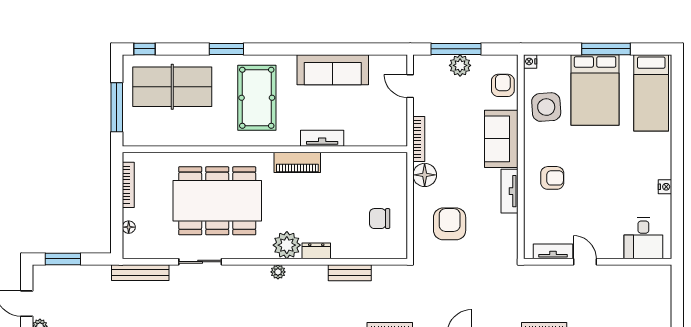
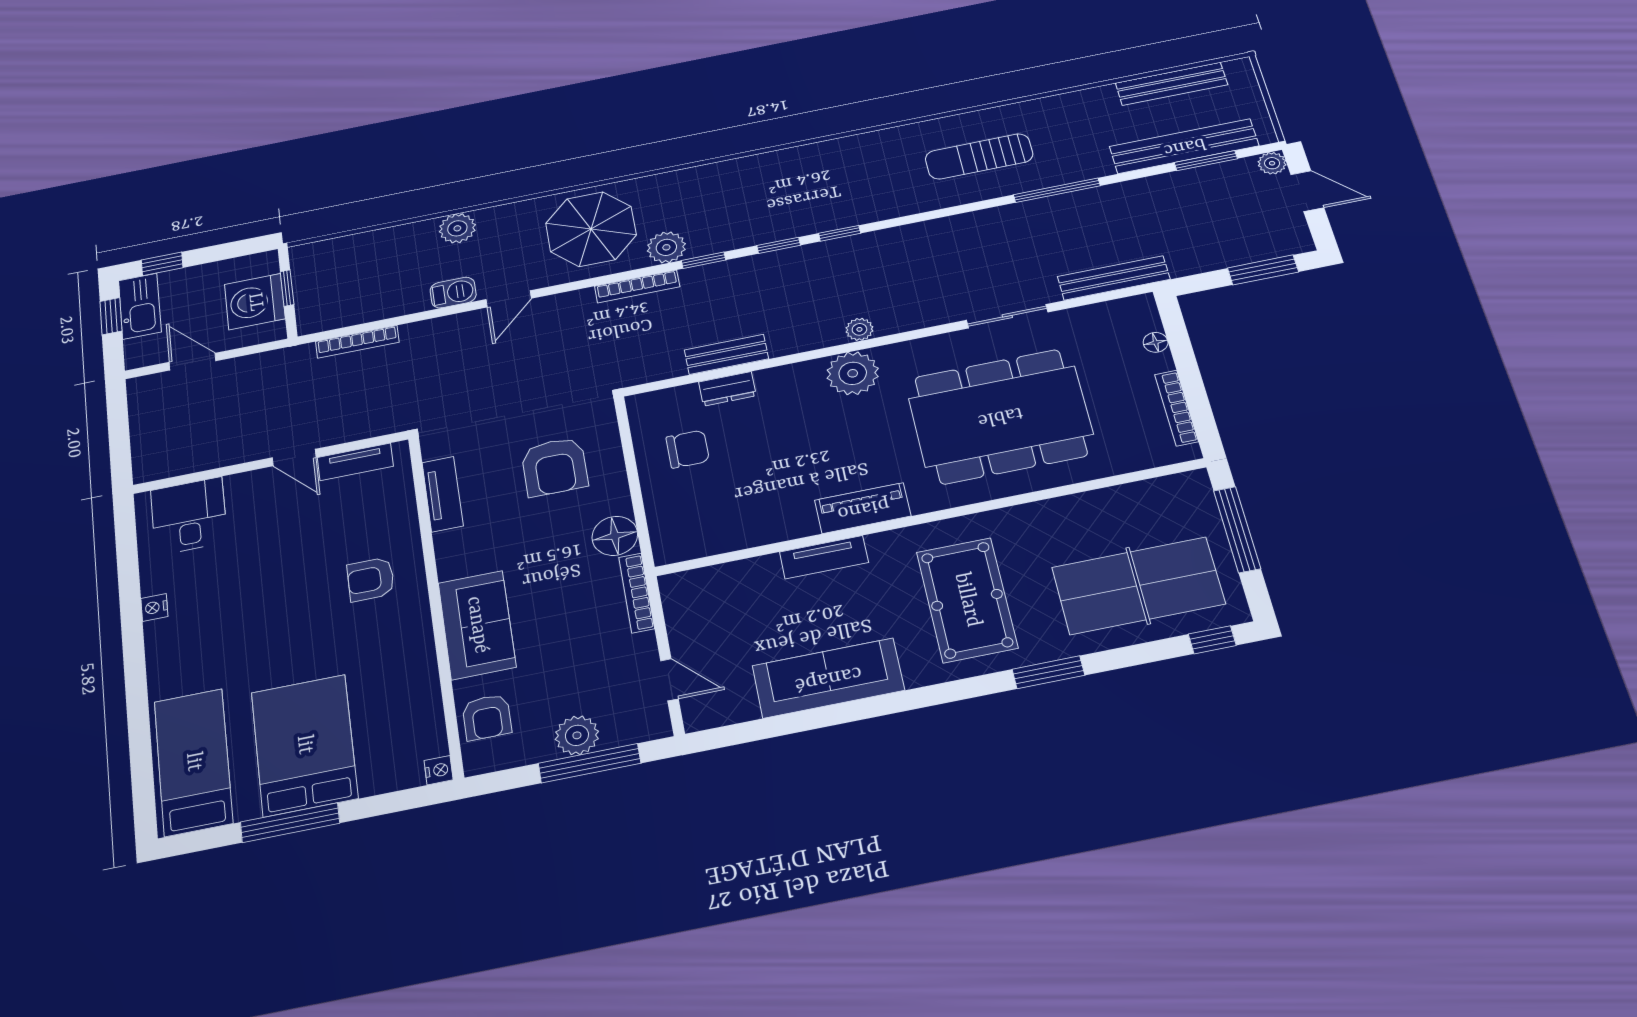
side table: (546, 107) -> (397, 696), removed
tv unit: (510, 191) -> (443, 494), moved
dresser: (316, 251) -> (727, 389), moved

